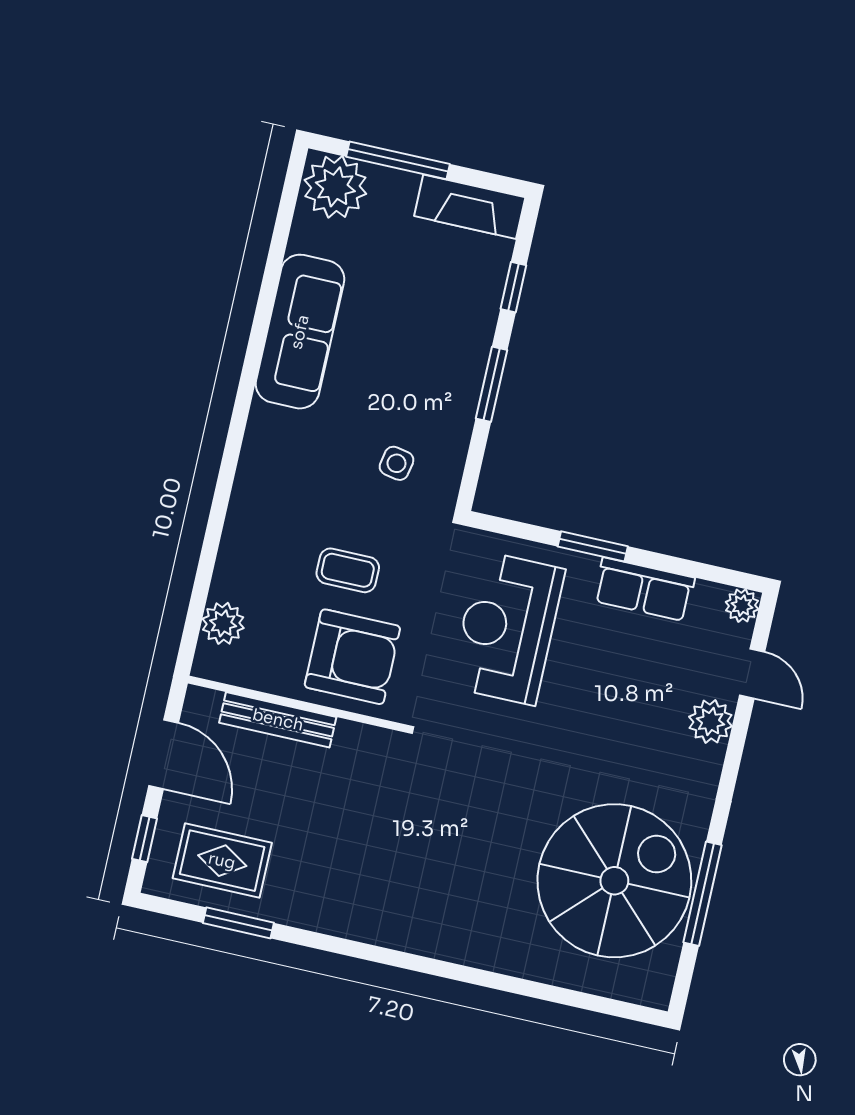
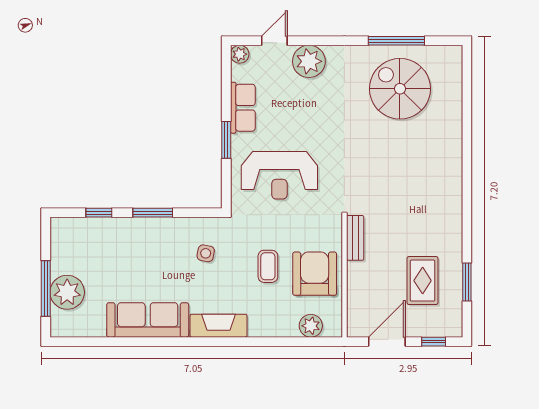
plant: (335, 187) -> (67, 292), moved
fireplace: (470, 207) -> (219, 326), moved, turned -90
armchair: (352, 657) -> (315, 274), moved
bench: (278, 720) -> (355, 238), moved, width x0.73
plant: (711, 721) -> (309, 61), width x1.36, depth x1.36
rug: (222, 861) -> (423, 281), moved
spiral stairs: (614, 881) -> (400, 89), width x0.73, depth x0.73

